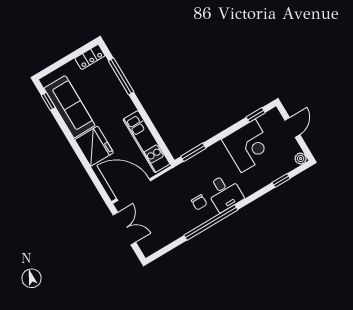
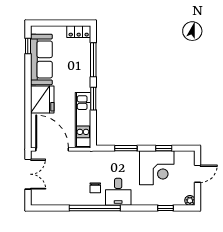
window: (144, 115) -> (93, 99), added
window: (256, 115) -> (164, 148), moved
window: (193, 152) -> (126, 148), moved

